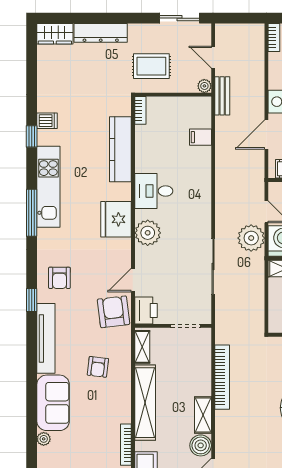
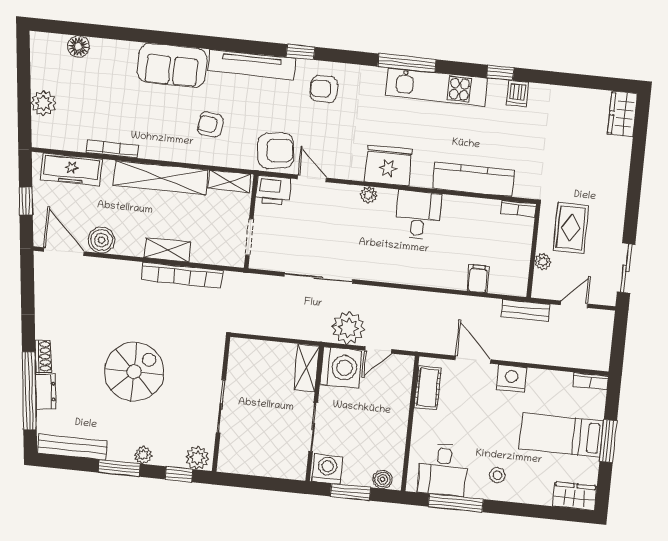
dresser: (101, 33) -> (618, 170), removed
plant: (204, 86) -> (543, 262), moved
plant: (148, 233) -> (369, 195), width x0.53, depth x0.53
shelving: (203, 415) -> (167, 250), moved
plant: (44, 439) -> (129, 49), removed

